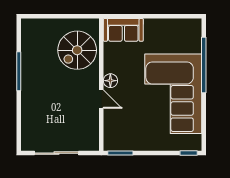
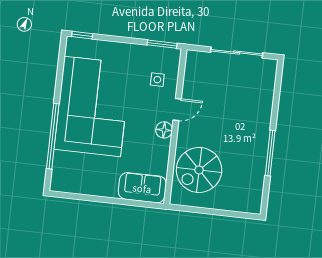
spiral stairs: (77, 50) -> (199, 170), turned 180
door: (101, 99) -> (177, 110), swing flipped
side table: (121, 123) -> (157, 80), added

